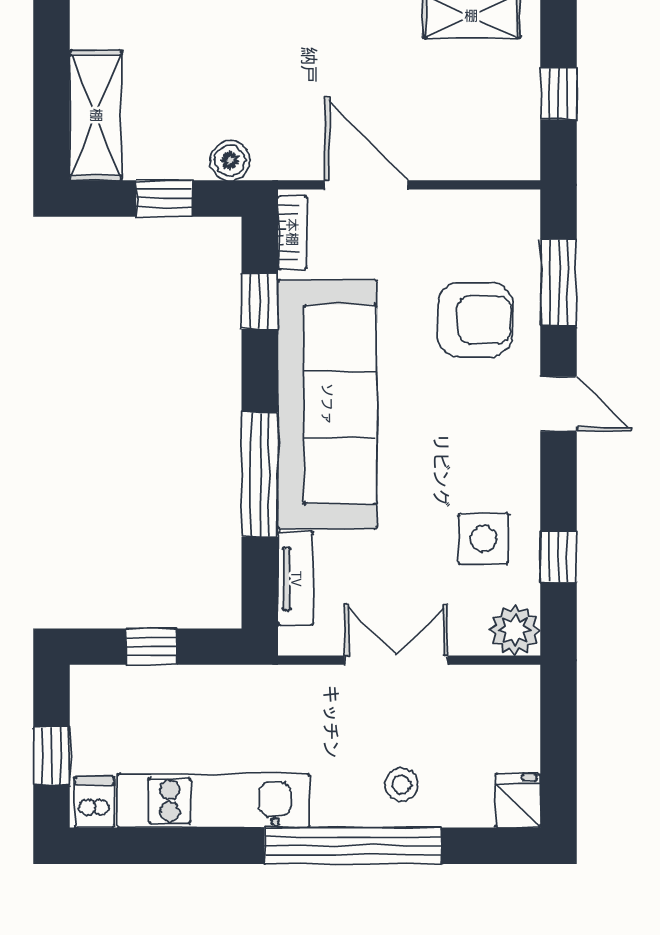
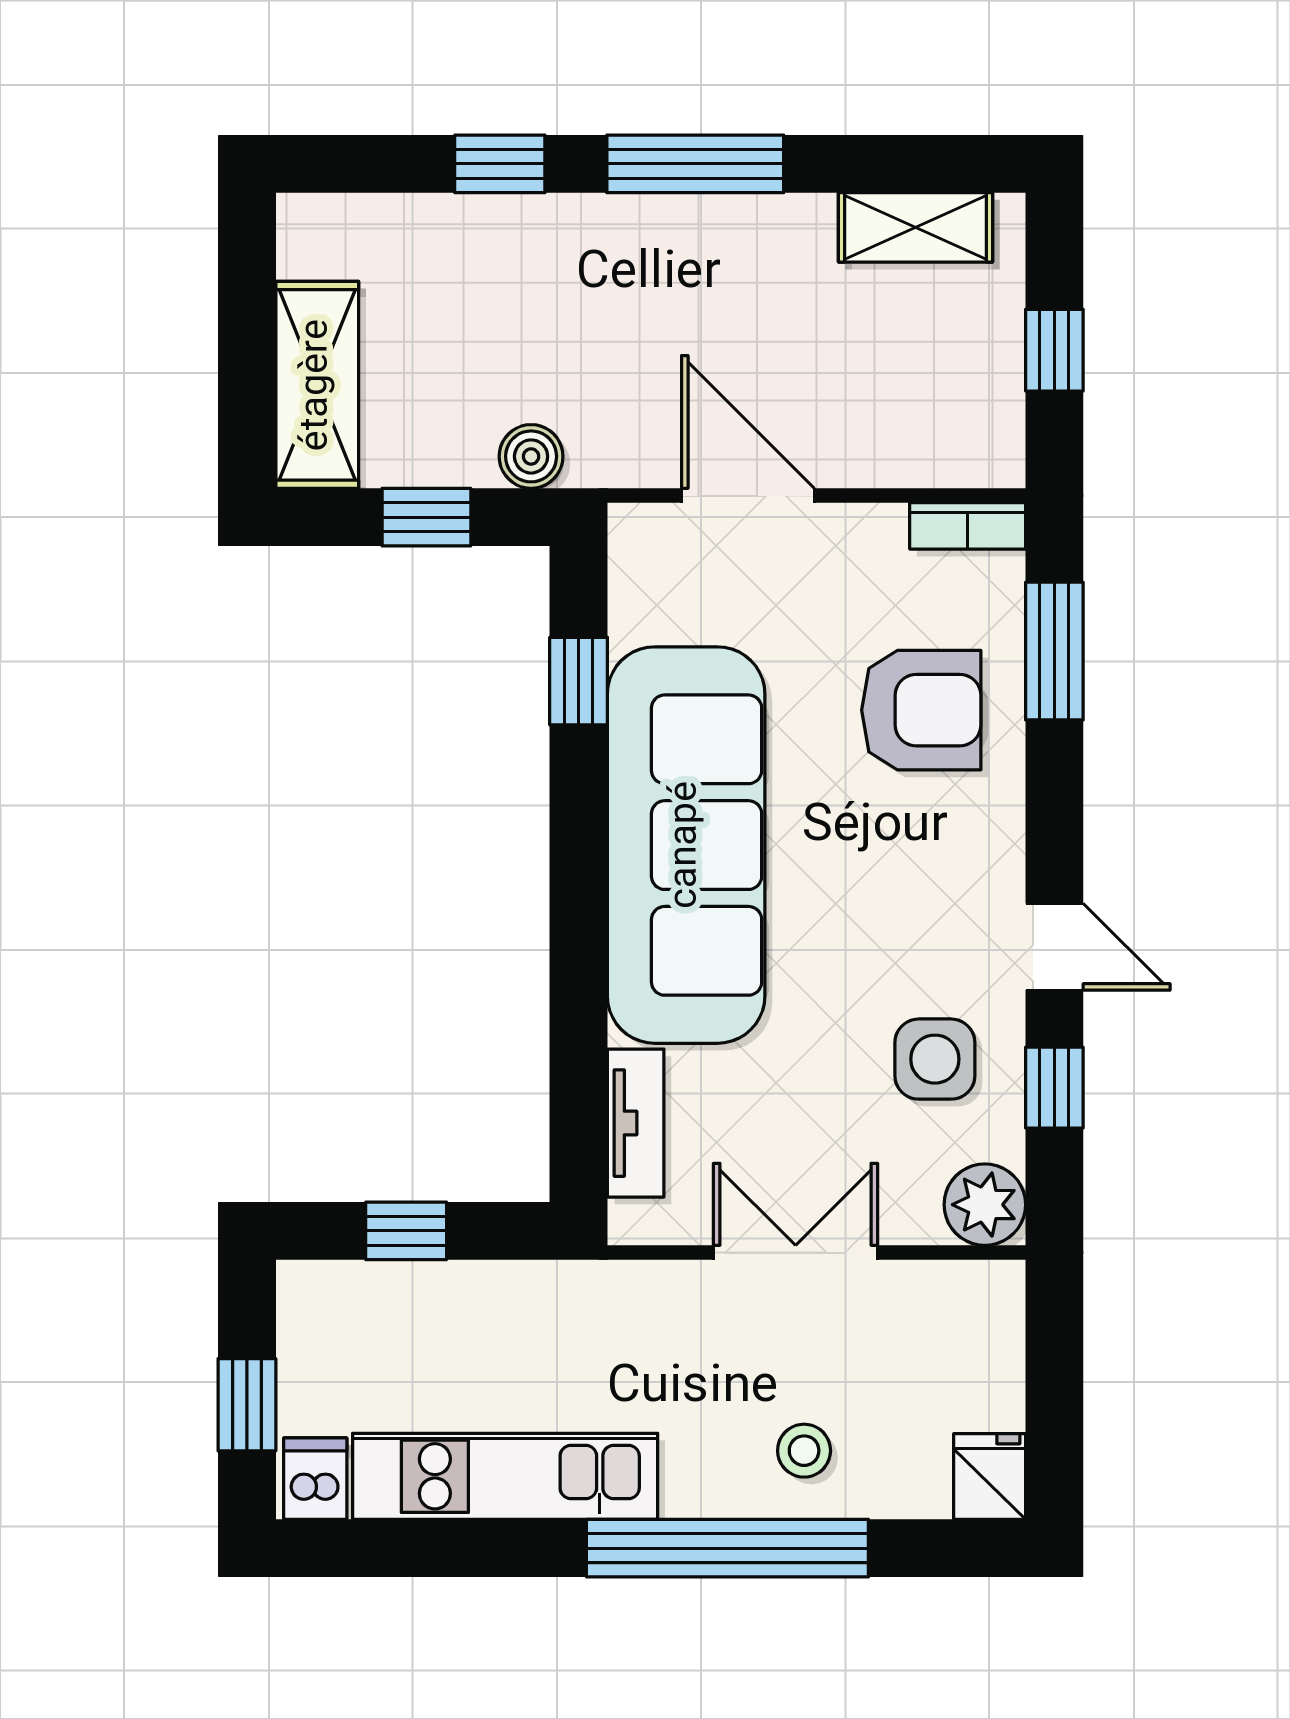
bookcase: (292, 232) -> (968, 526), moved, turned 90
door: (559, 404) -> (1054, 947), moved
window: (260, 474) -> (579, 957), removed

